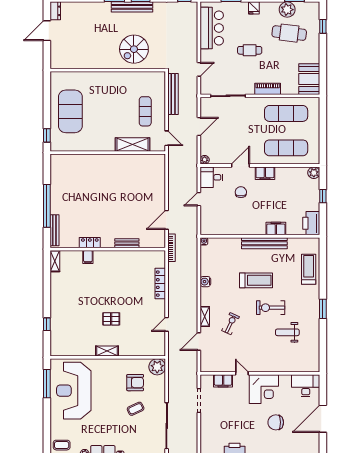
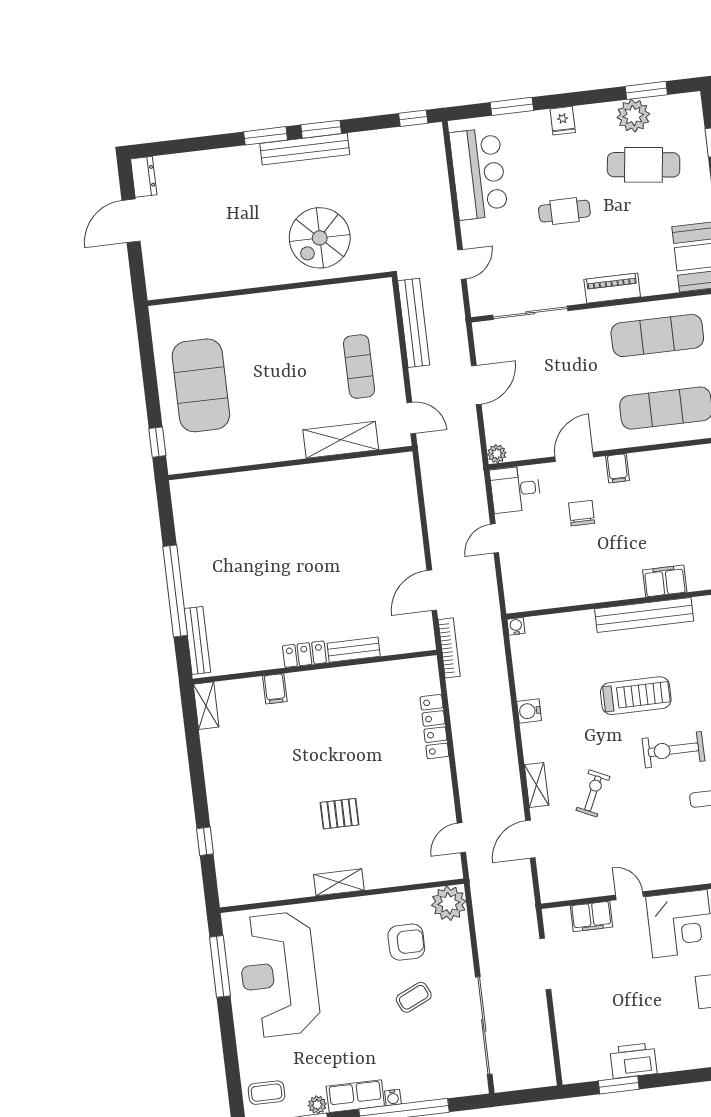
filing cabinet: (265, 173) -> (618, 468), width x0.50
locker: (90, 243) -> (304, 654), moved
door: (167, 324) -> (461, 838), moved

